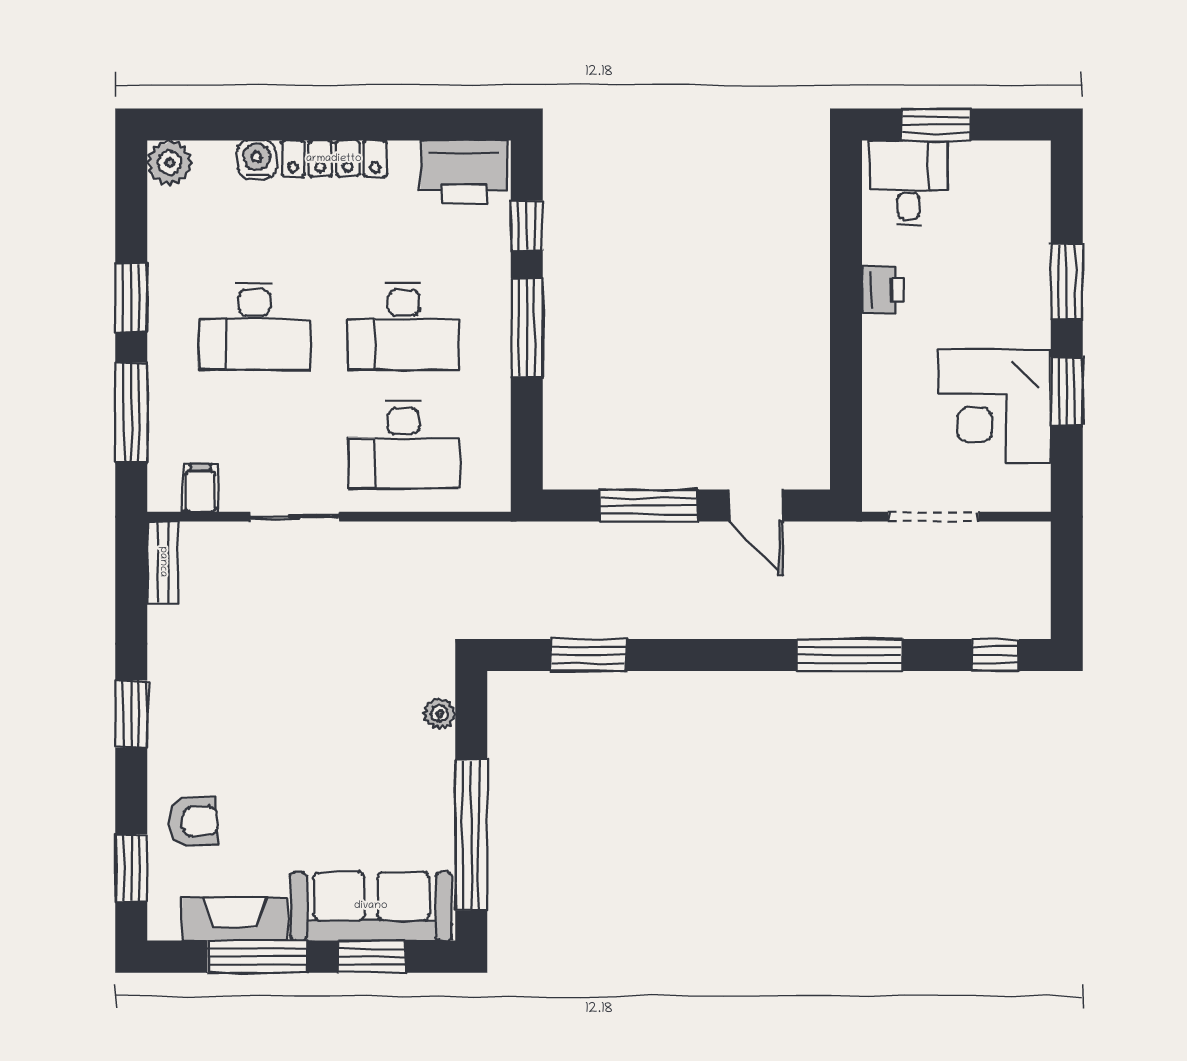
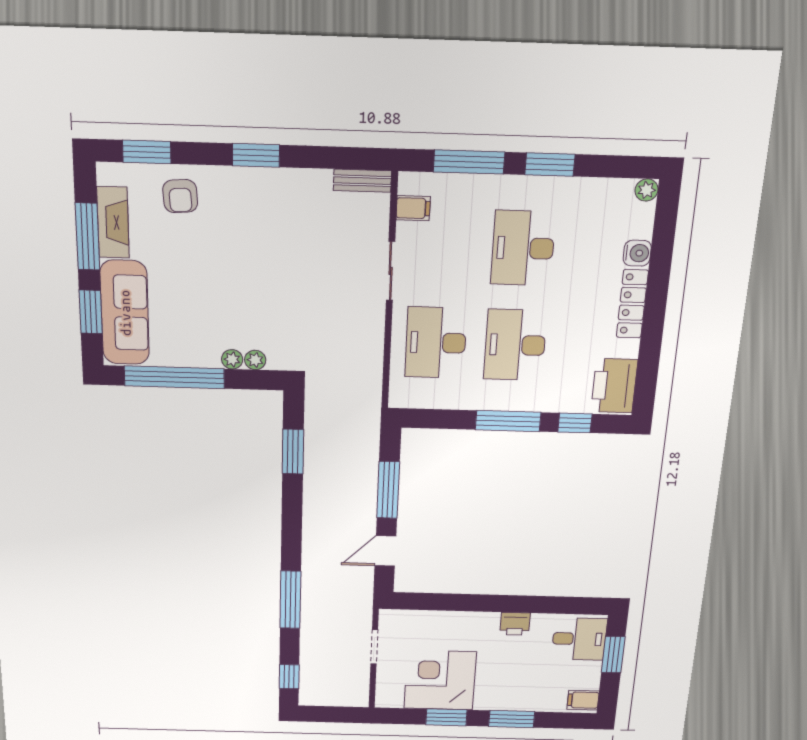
plant: (170, 163) -> (647, 190), width x0.73, depth x0.73
filing cabinet: (1026, 166) -> (583, 700), added
doorway: (933, 517) -> (374, 647), width x0.73
plant: (440, 748) -> (232, 359), added

